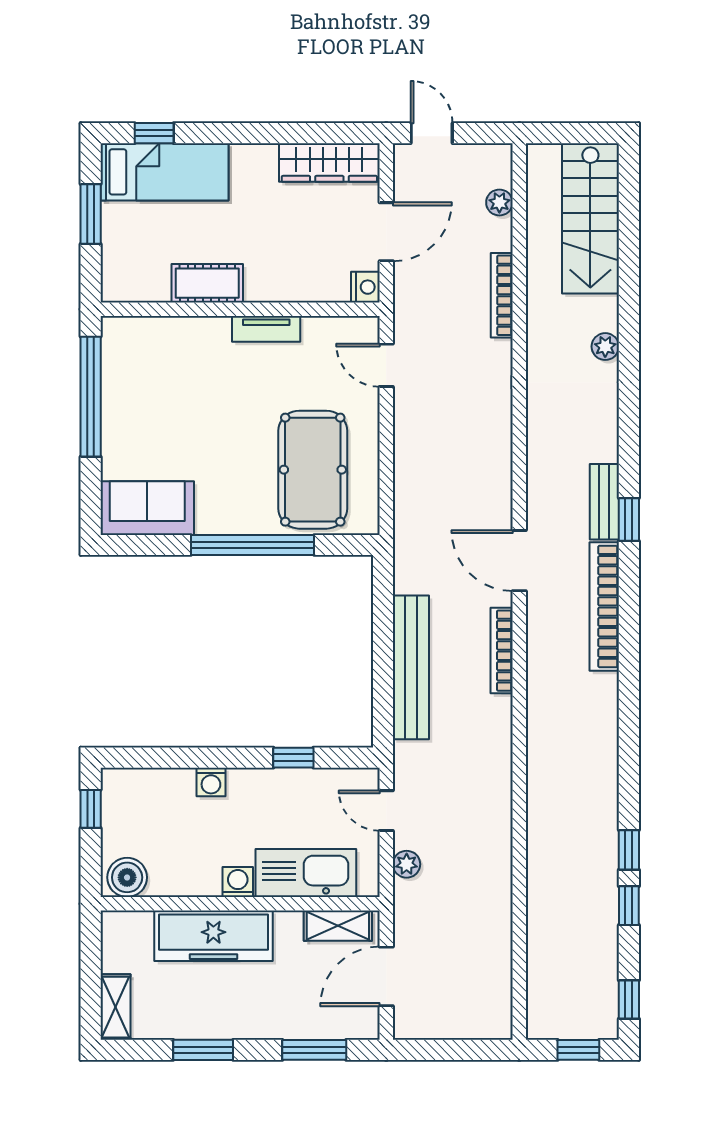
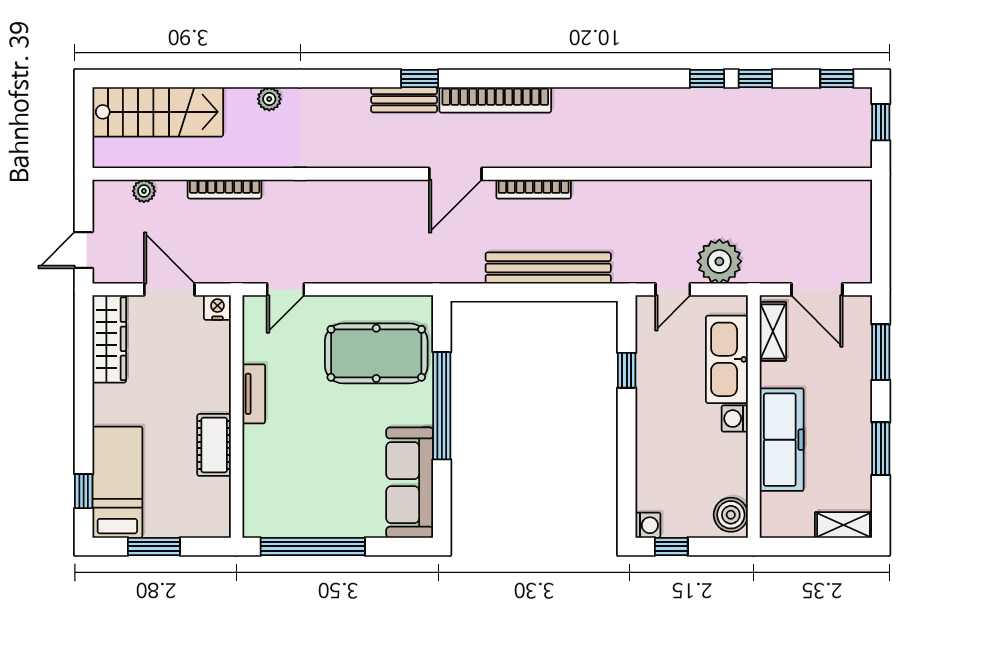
sofa: (147, 508) -> (410, 483), width x1.36
washing machine: (211, 782) -> (648, 525), moved
plant: (407, 864) -> (719, 261), width x1.87, depth x1.87

